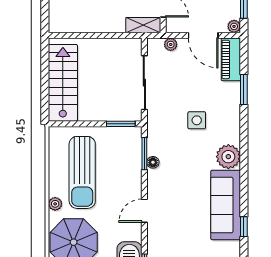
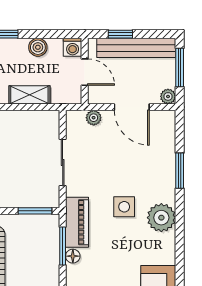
shelving: (143, 25) -> (29, 95), moved
piano: (231, 59) -> (77, 222), moved, turned 180
sliding door: (144, 83) -> (63, 163), width x0.73
plant: (228, 157) -> (161, 218), moved

